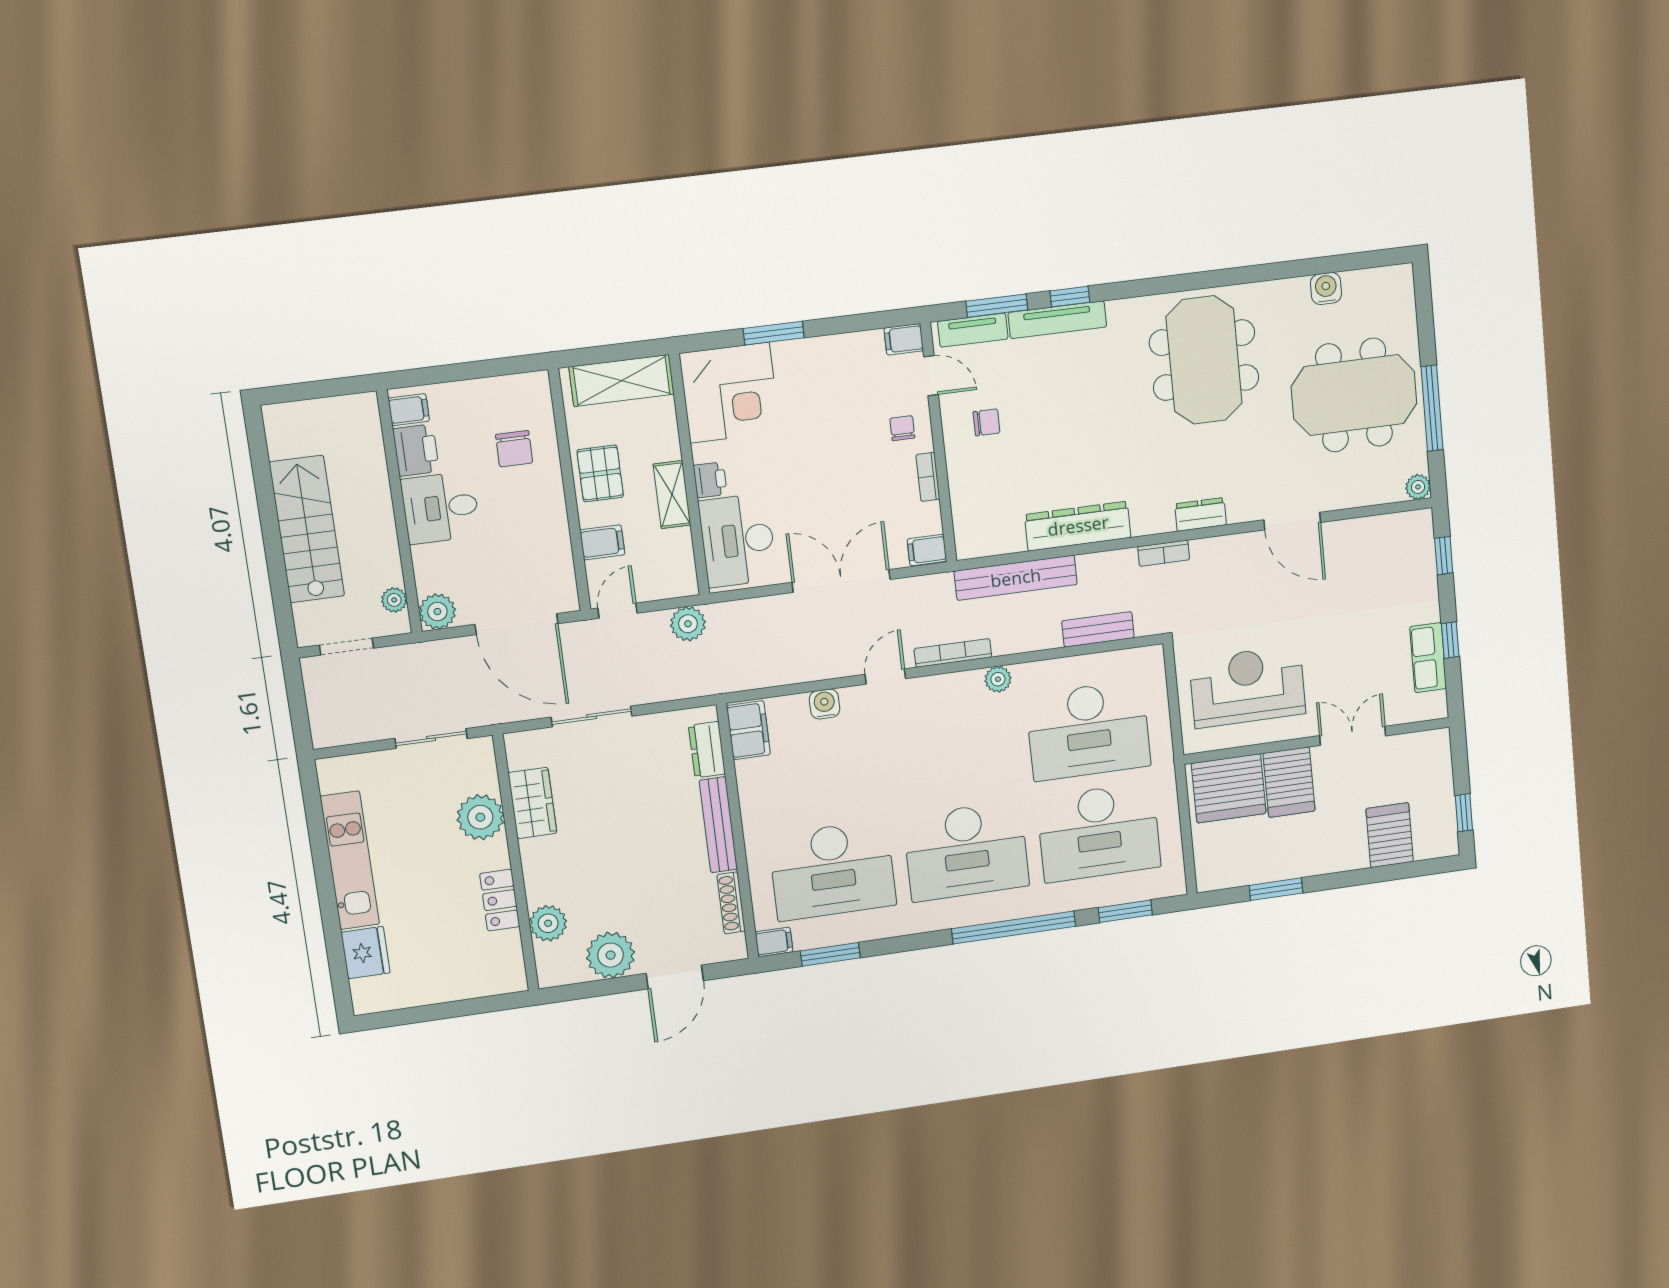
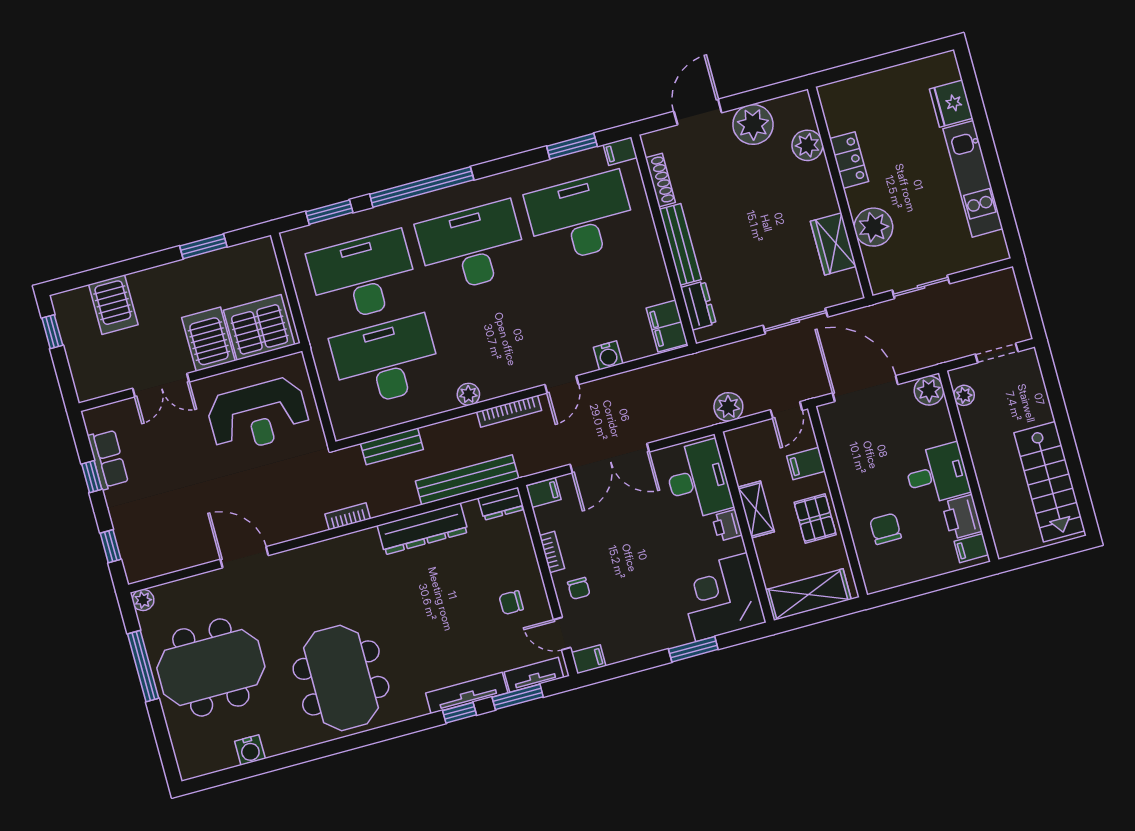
dresser: (1201, 514) -> (501, 504), moved
stairs: (307, 529) -> (1049, 482), moved

